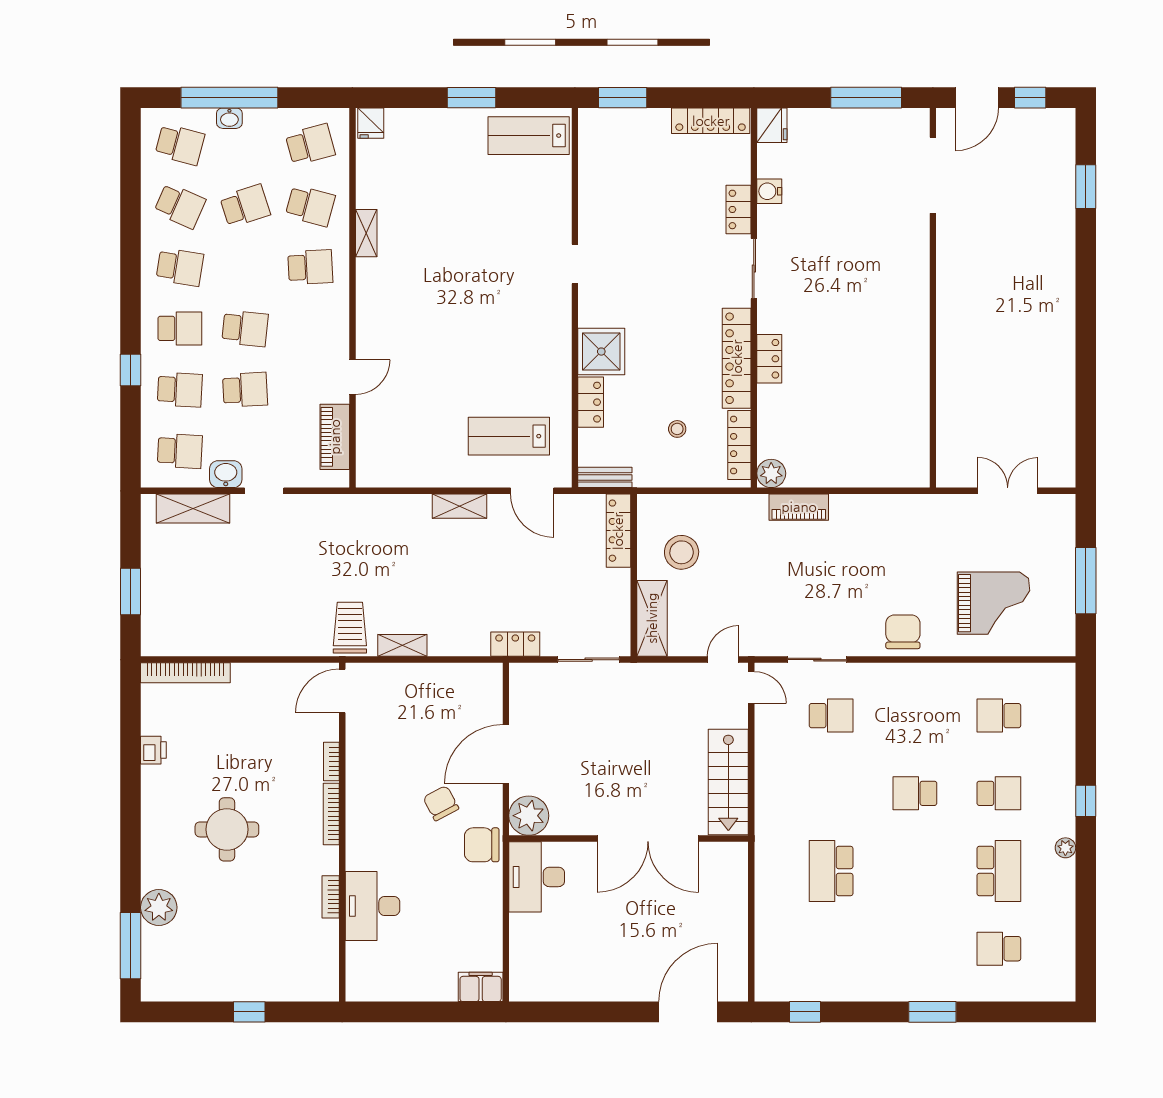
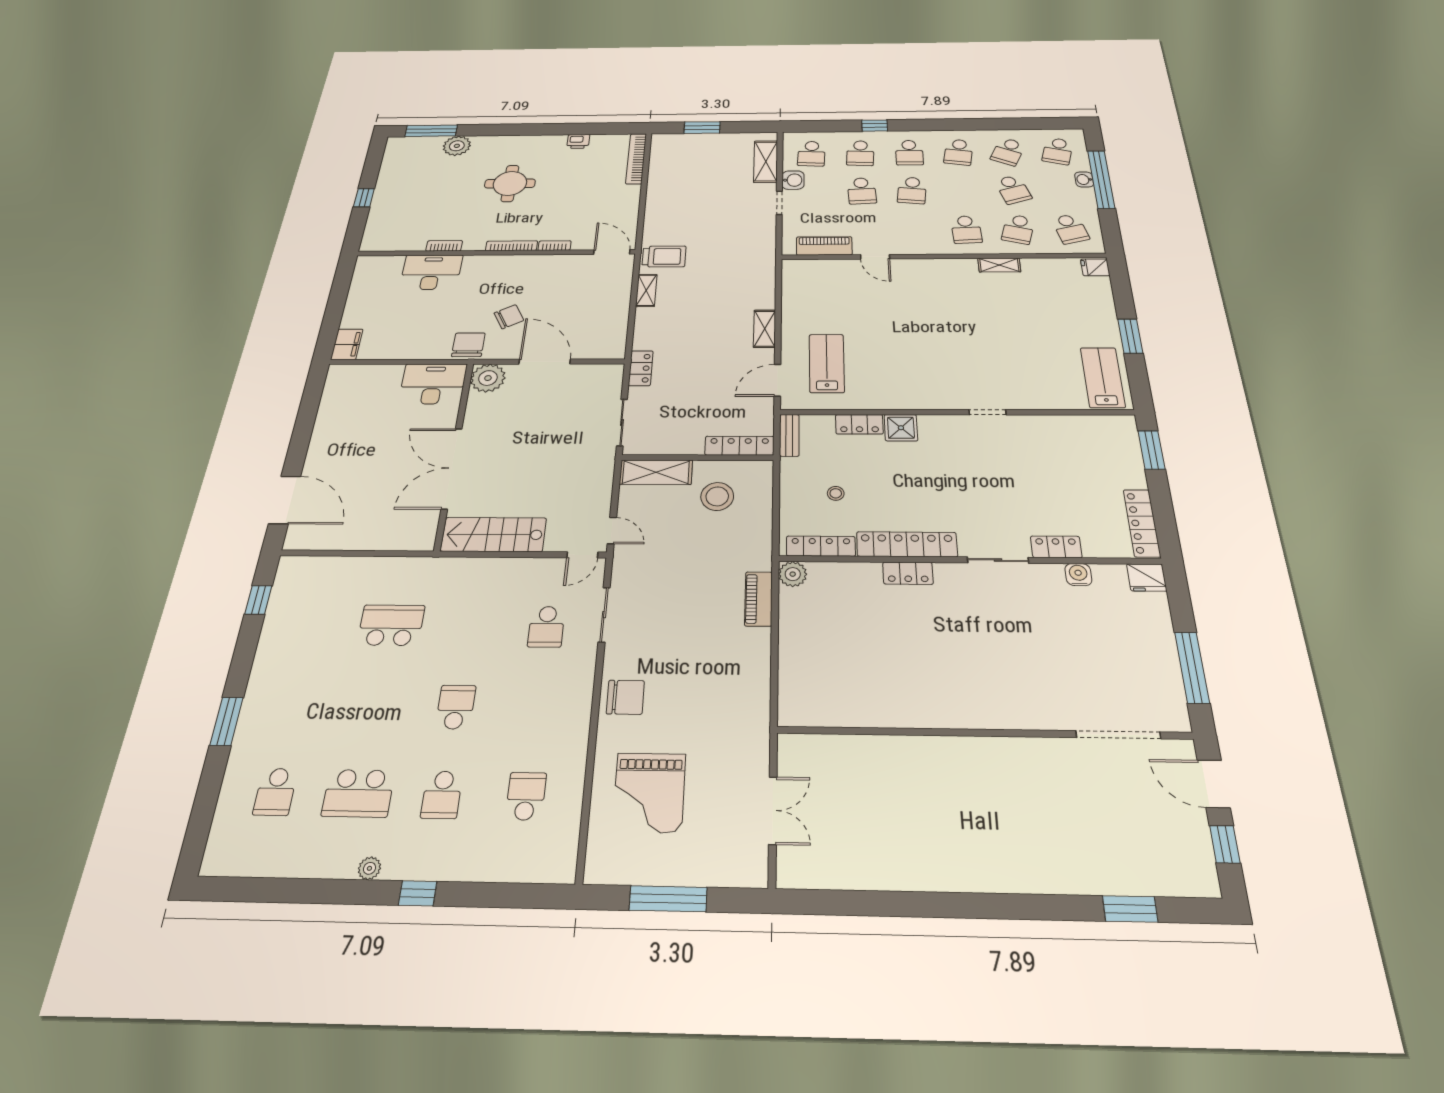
shower: (601, 352) -> (901, 428), width x0.73, depth x0.73
school desk: (999, 949) -> (275, 792), turned 180

